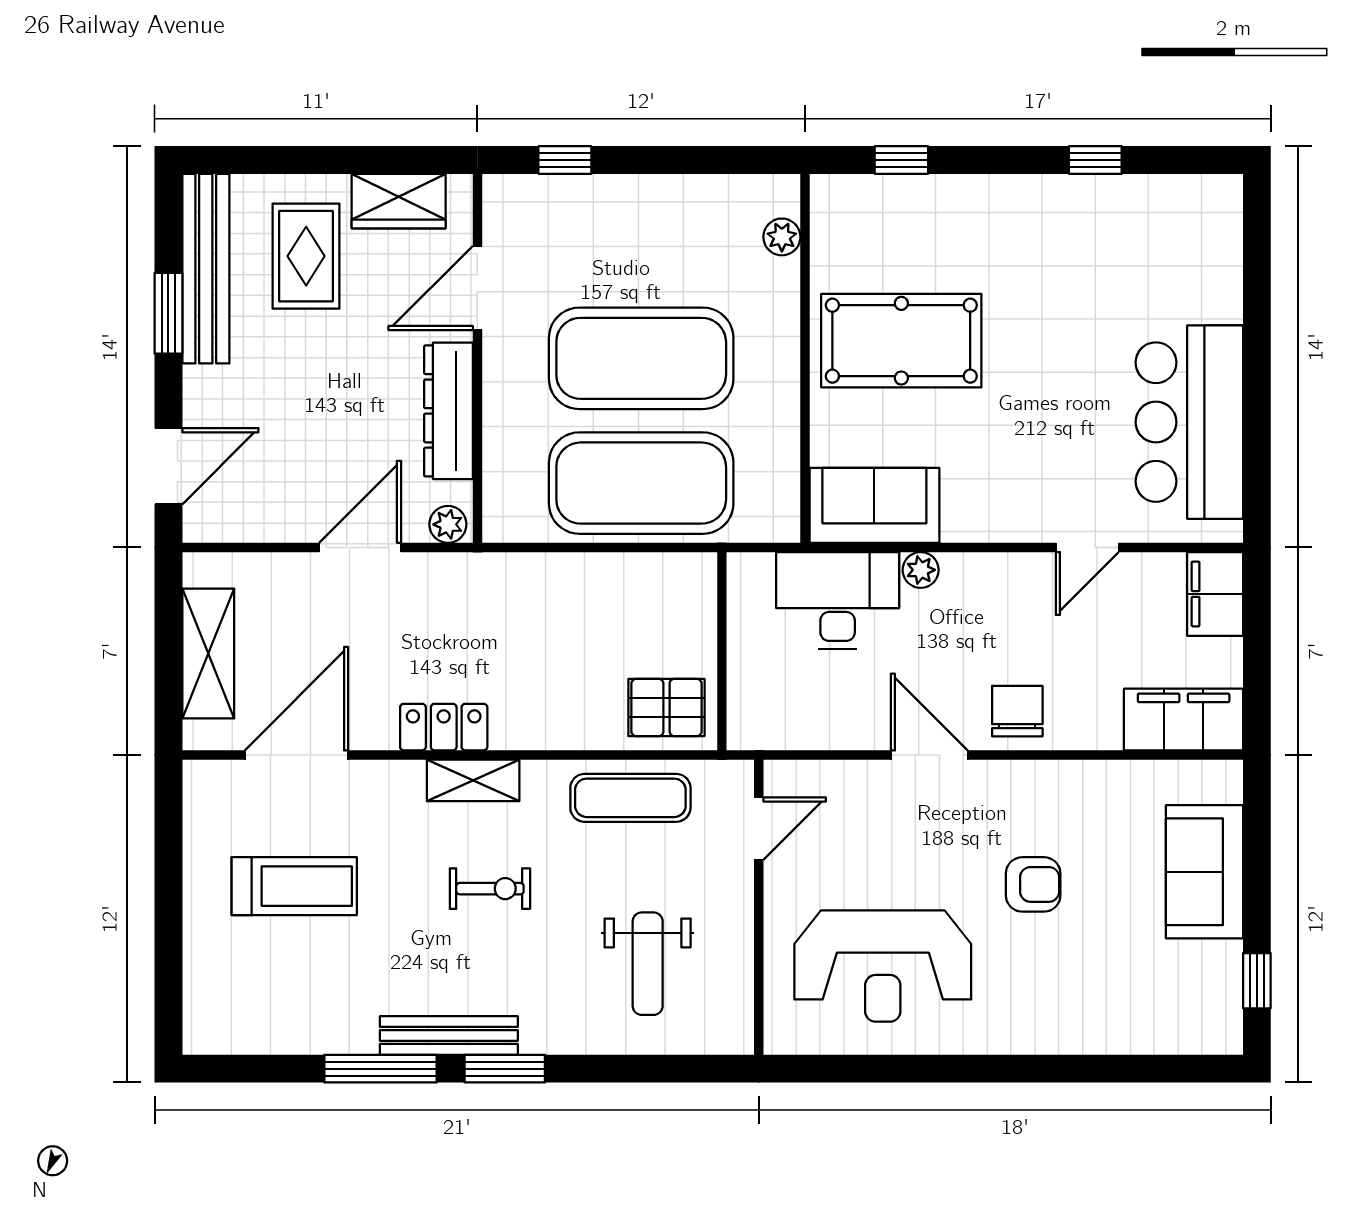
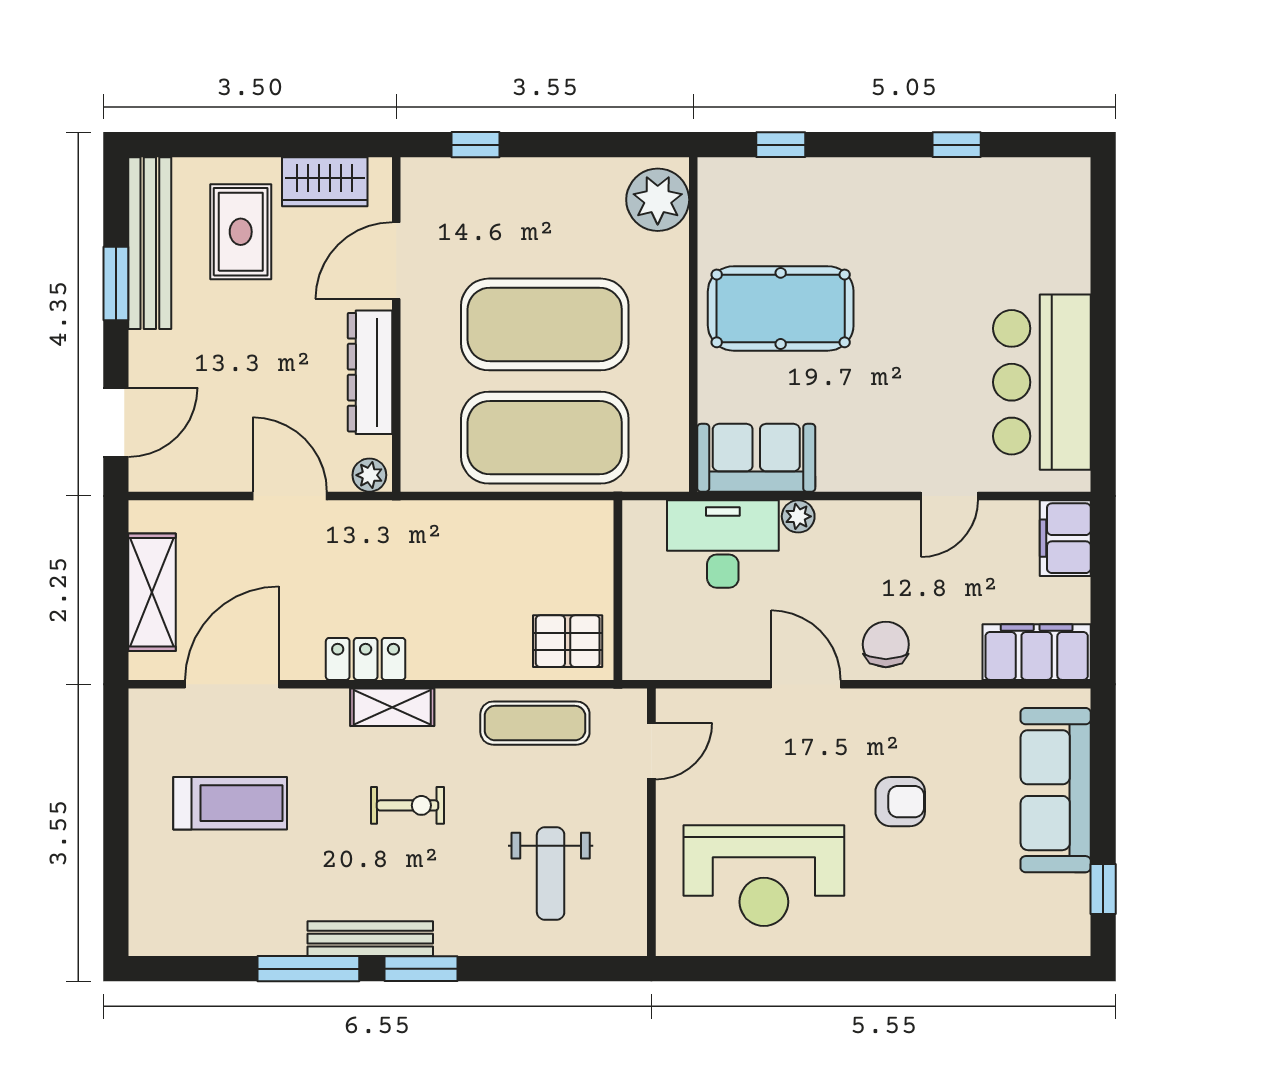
plant: (782, 237) -> (658, 200), width x1.88, depth x1.88
door: (360, 547) -> (290, 496), hinge flipped
sofa: (1204, 872) -> (1056, 790), width x1.36

